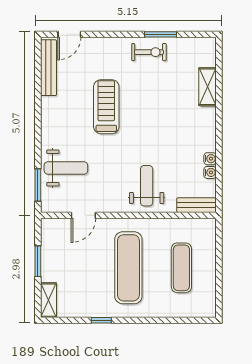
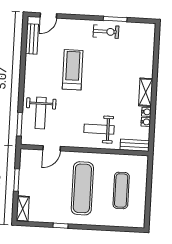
bench: (48, 68) -> (32, 39), width x0.73
shelving: (208, 87) -> (146, 92), moved
weight bench: (66, 168) -> (41, 113), turned 90
weight bench: (147, 186) -> (99, 129), turned -90

